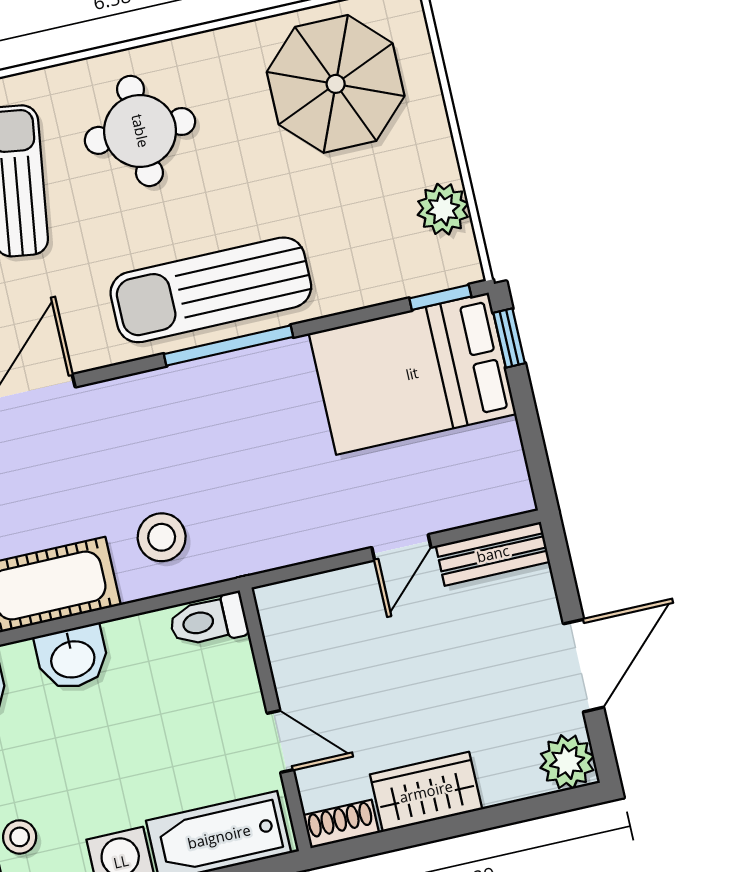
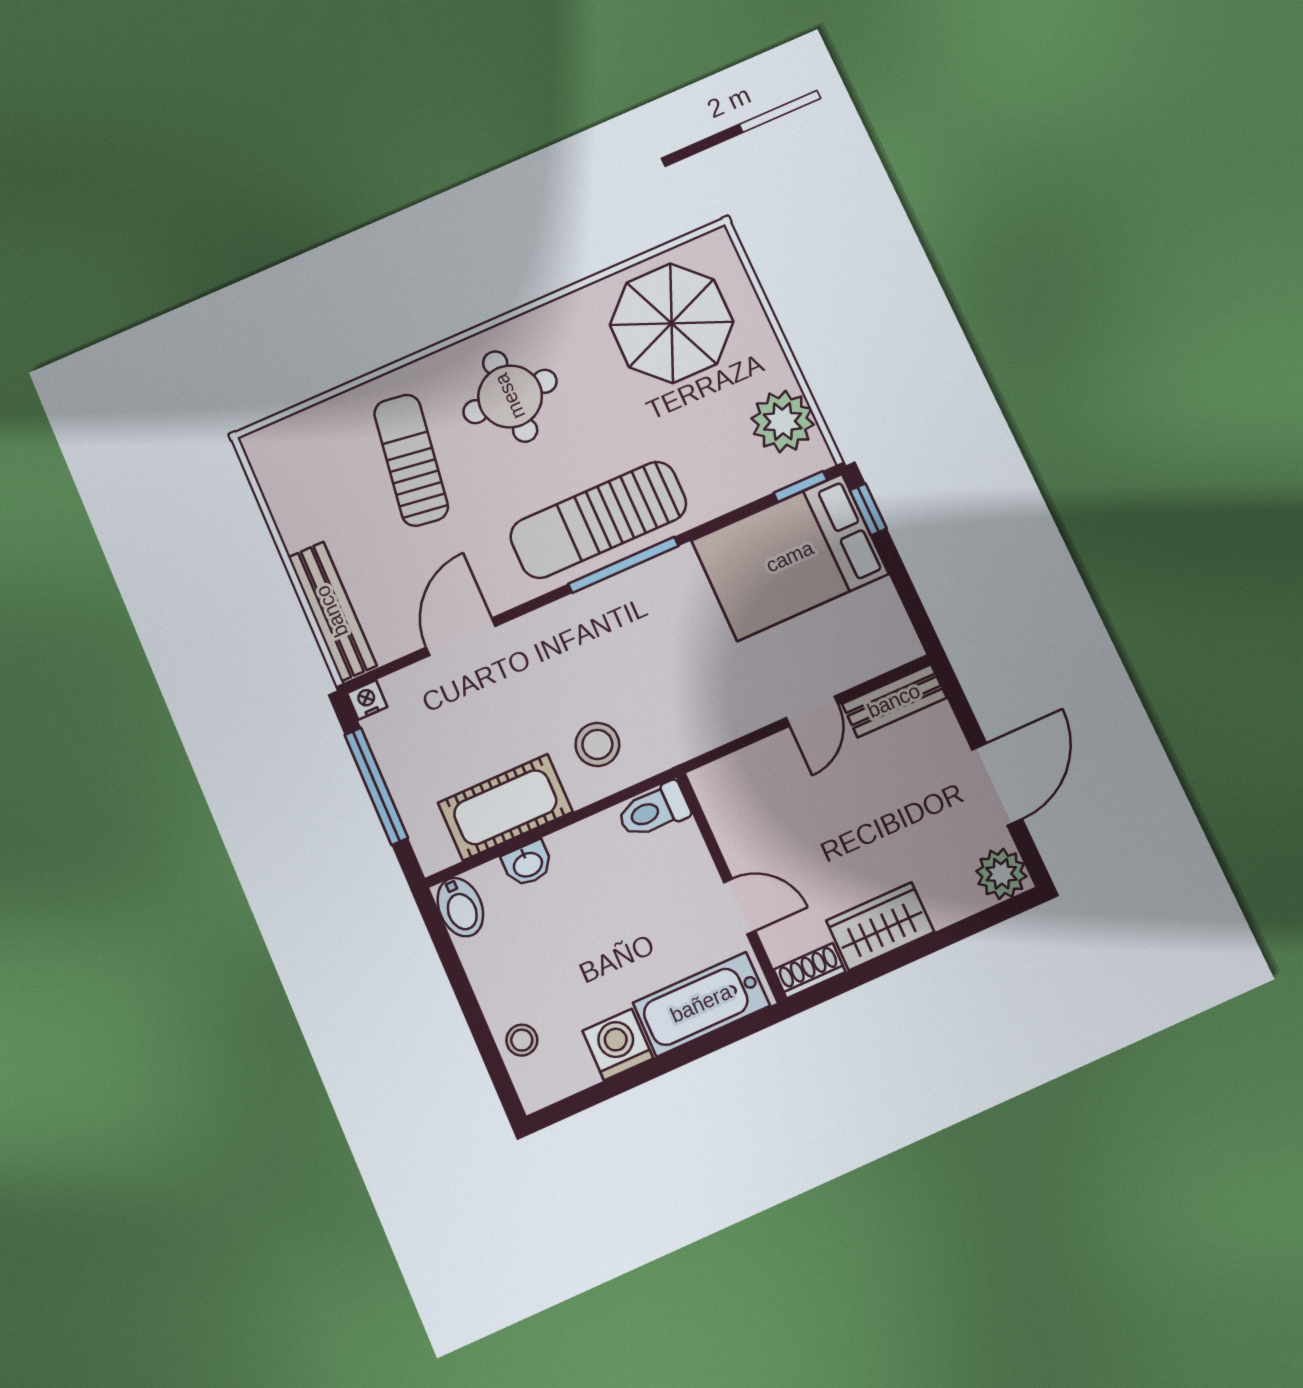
plant: (443, 209) -> (783, 421), width x1.36, depth x1.36
washbasin: (72, 658) -> (528, 864), width x0.72, depth x0.69

